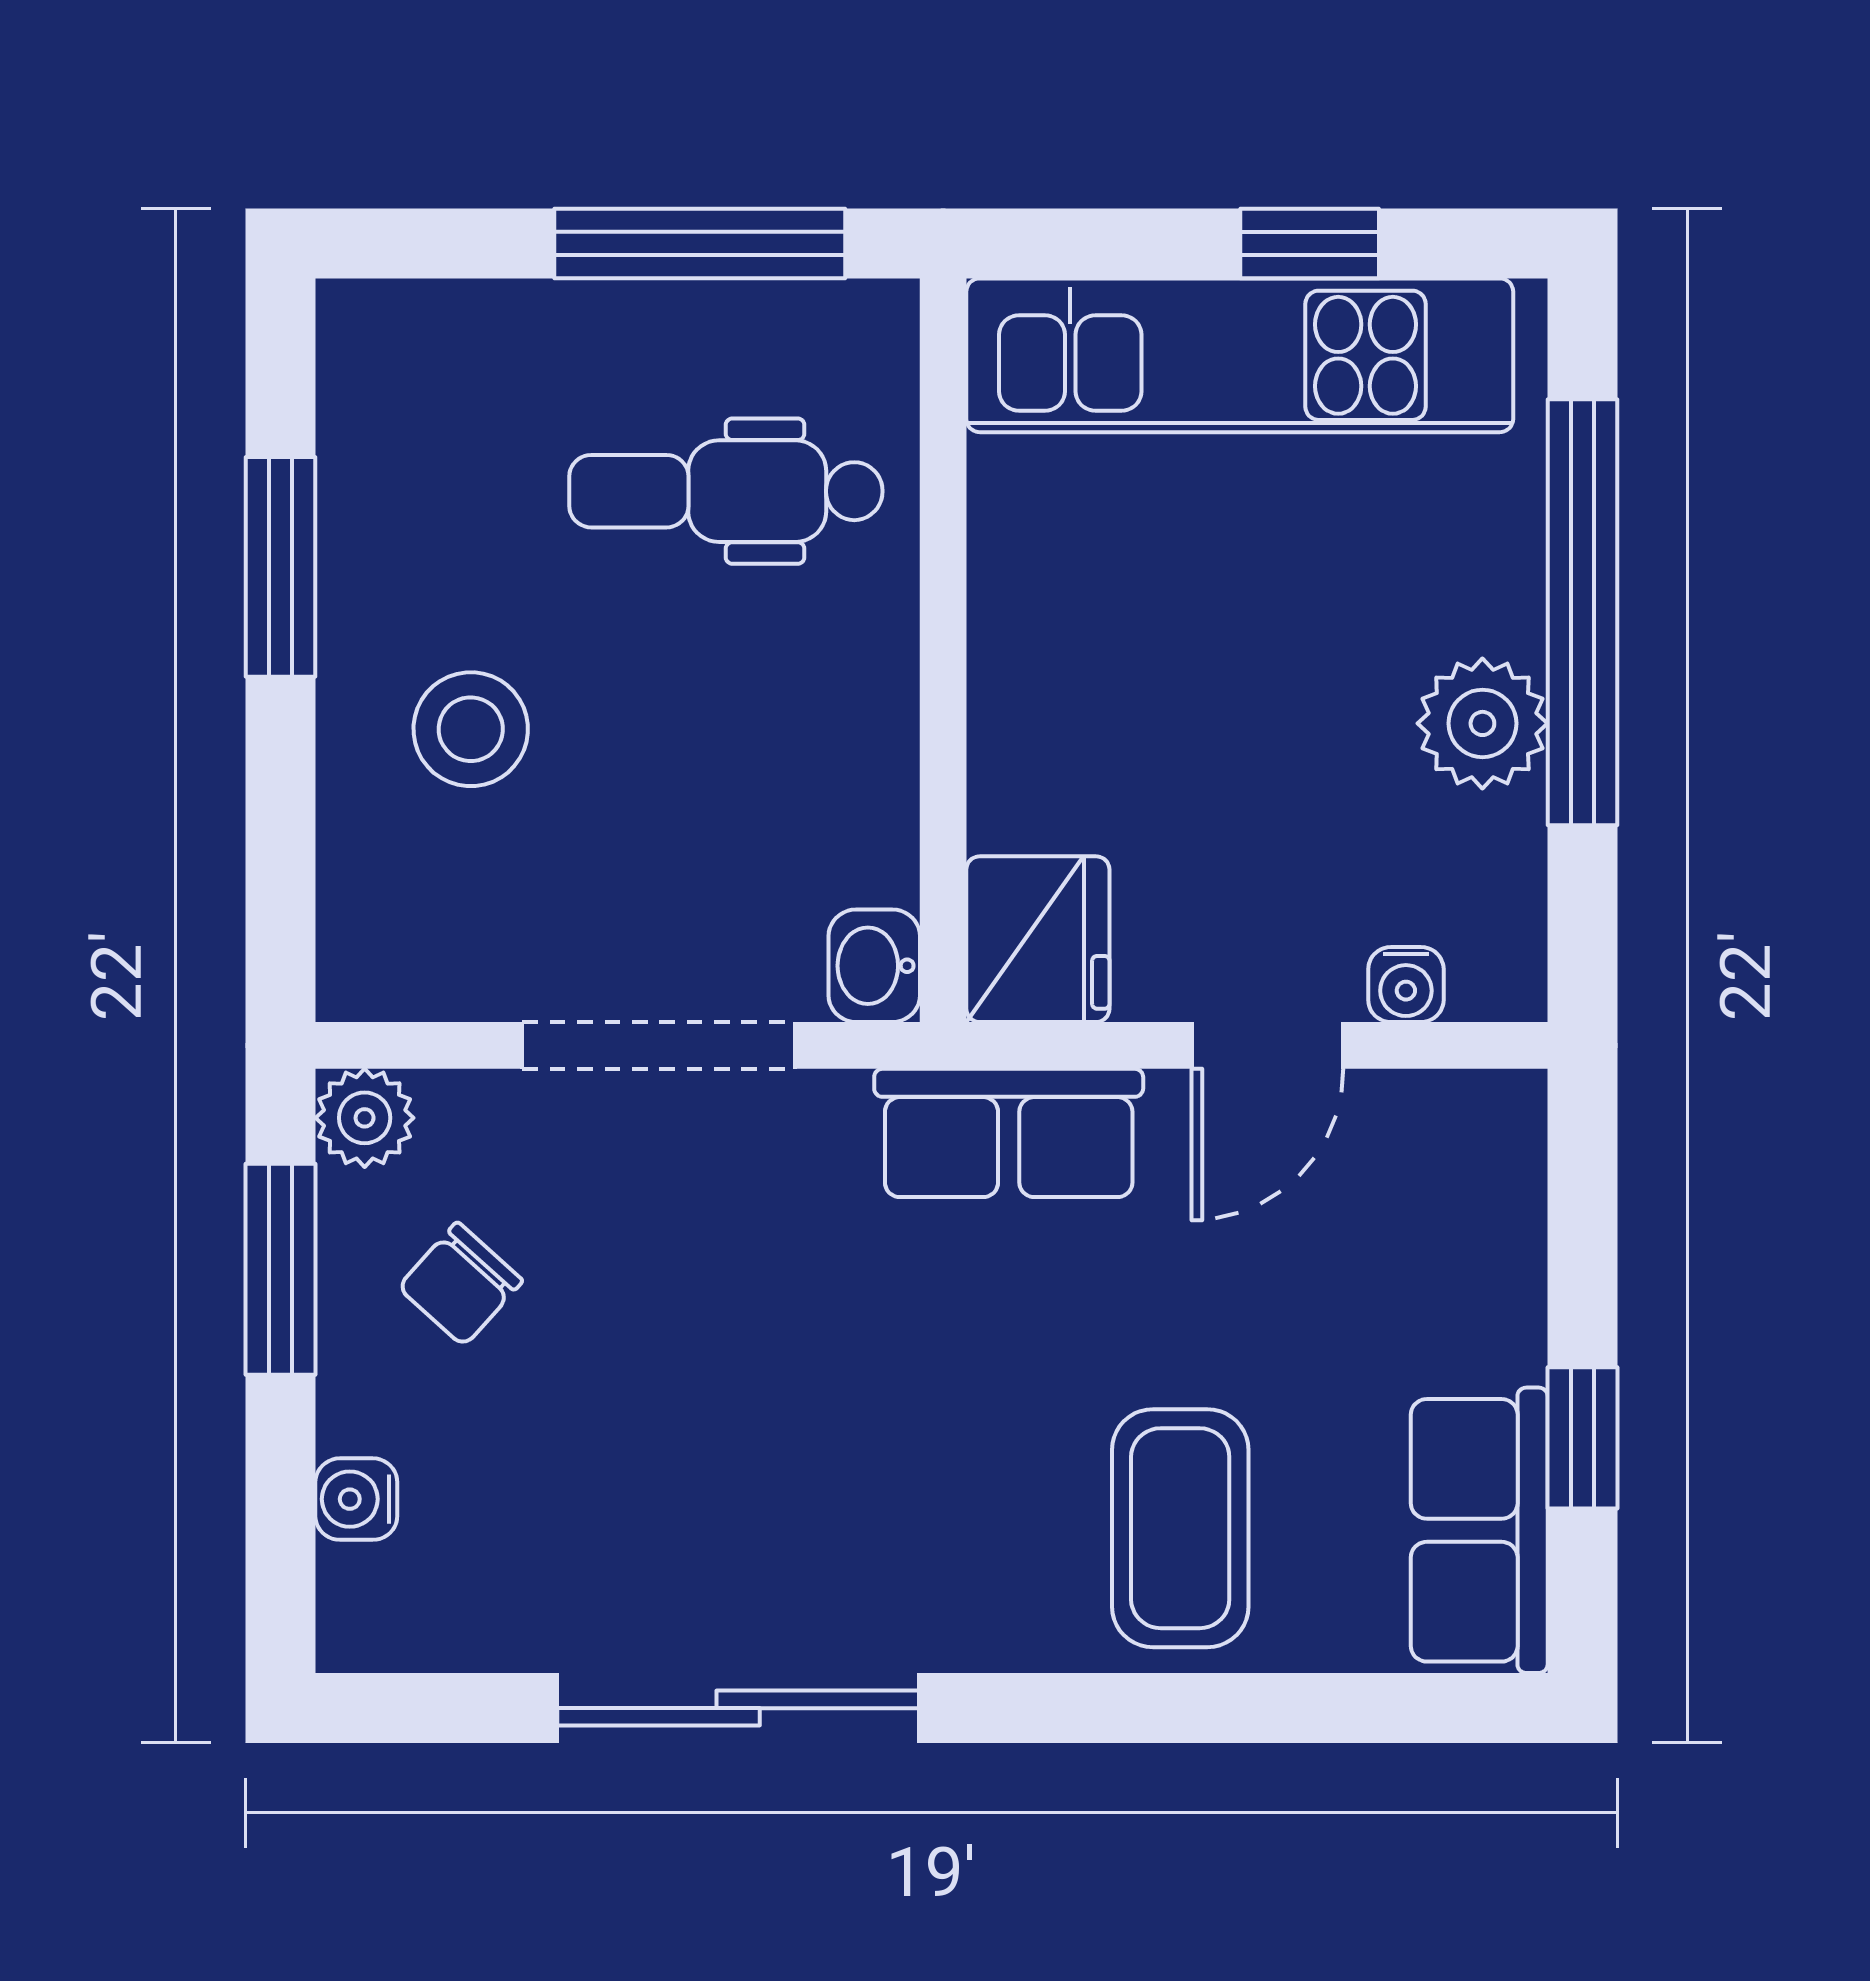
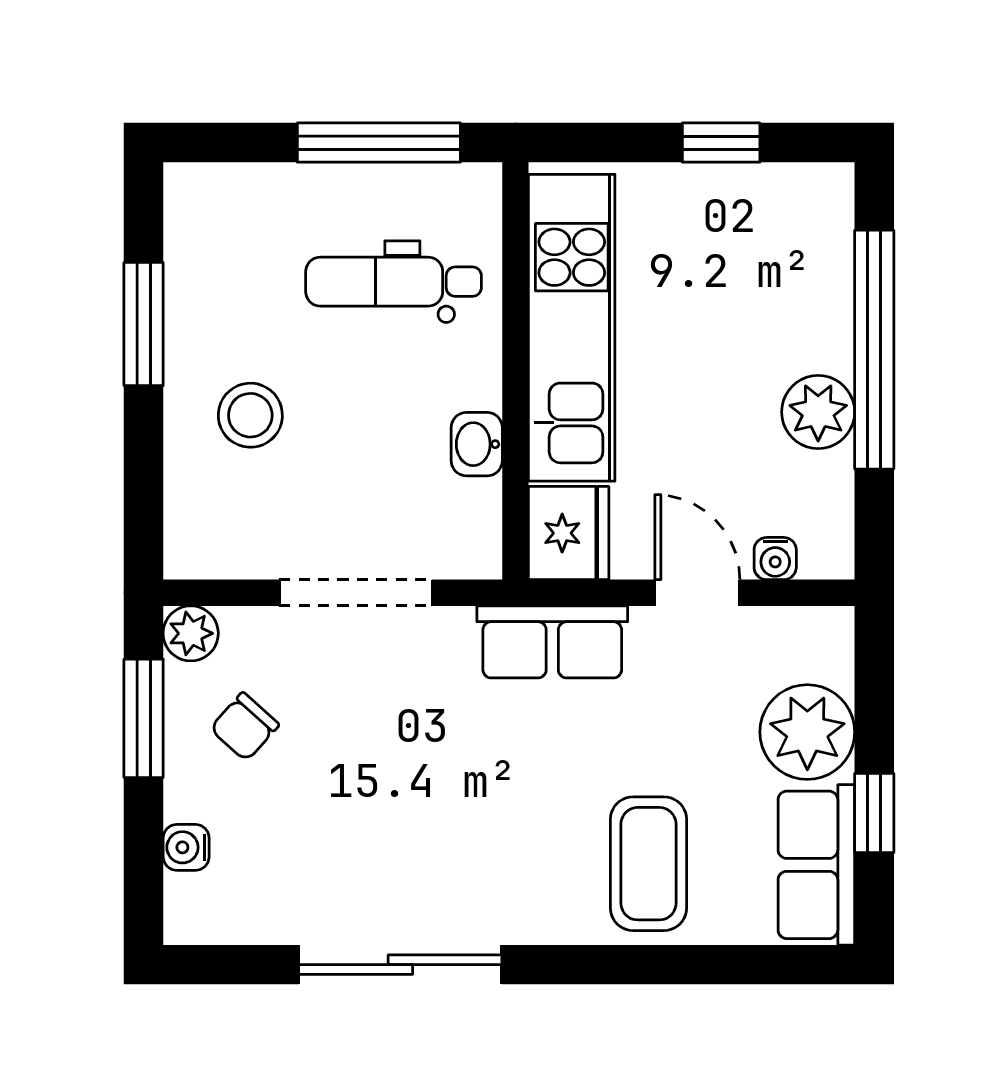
kitchen unit: (1240, 355) -> (572, 328), moved, turned -90
washbasin: (874, 966) -> (477, 444), moved
door: (1267, 1045) -> (697, 593), swing flipped
plant: (1463, 1294) -> (807, 732), added

